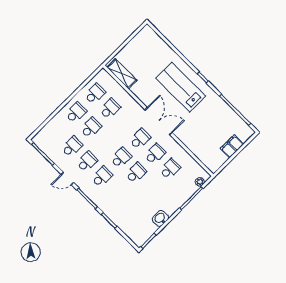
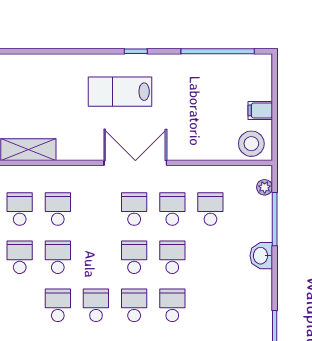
lab bench: (181, 87) -> (120, 92), width x0.73, depth x0.72
filing cabinet: (232, 146) -> (260, 110), width x0.50
stool: (212, 159) -> (251, 144), added
school desk: (117, 192) -> (172, 305), added
washbasin: (160, 218) -> (261, 256), moved

